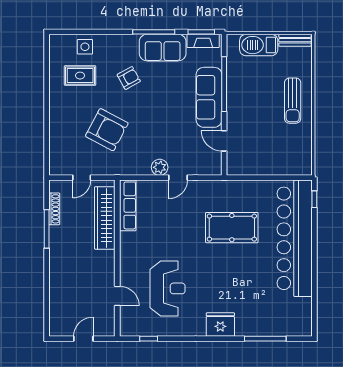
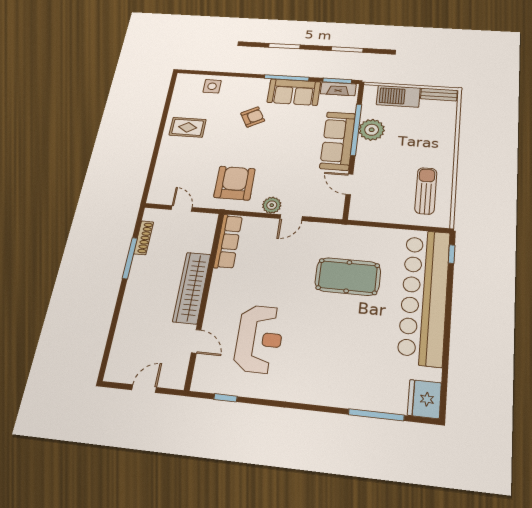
rug: (80, 76) -> (188, 127), moved
plant: (238, 83) -> (372, 130), added
sun lounger: (293, 101) -> (426, 191), moved, turned 180
armchair: (107, 130) -> (235, 183), moved, turned -118
door: (82, 178) -> (182, 208), swing flipped
wardrobe: (105, 218) -> (192, 288), moved
fridge: (220, 325) -> (424, 399), moved, turned -90

